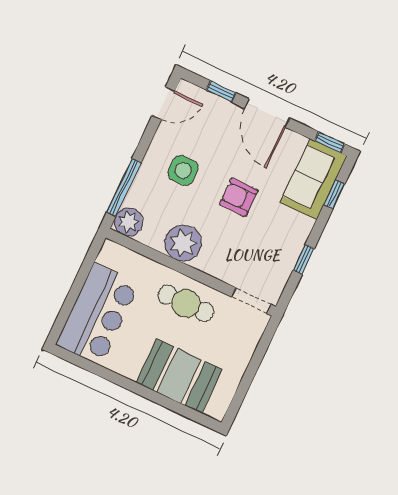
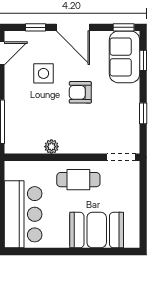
side table: (183, 170) -> (43, 73), moved
plant: (129, 222) -> (15, 143), removed
plant: (183, 243) -> (51, 147), width x0.53, depth x0.53

